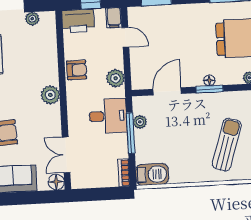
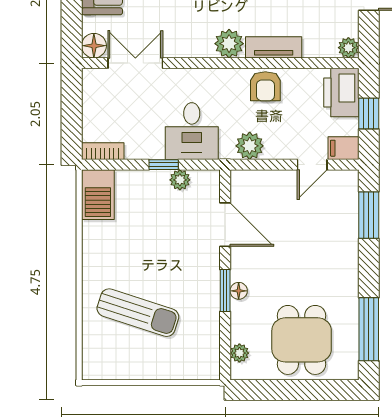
plant: (32, 19) -> (348, 48), moved
tv unit: (51, 66) -> (274, 47), added
window: (131, 133) -> (164, 165), width x0.46

